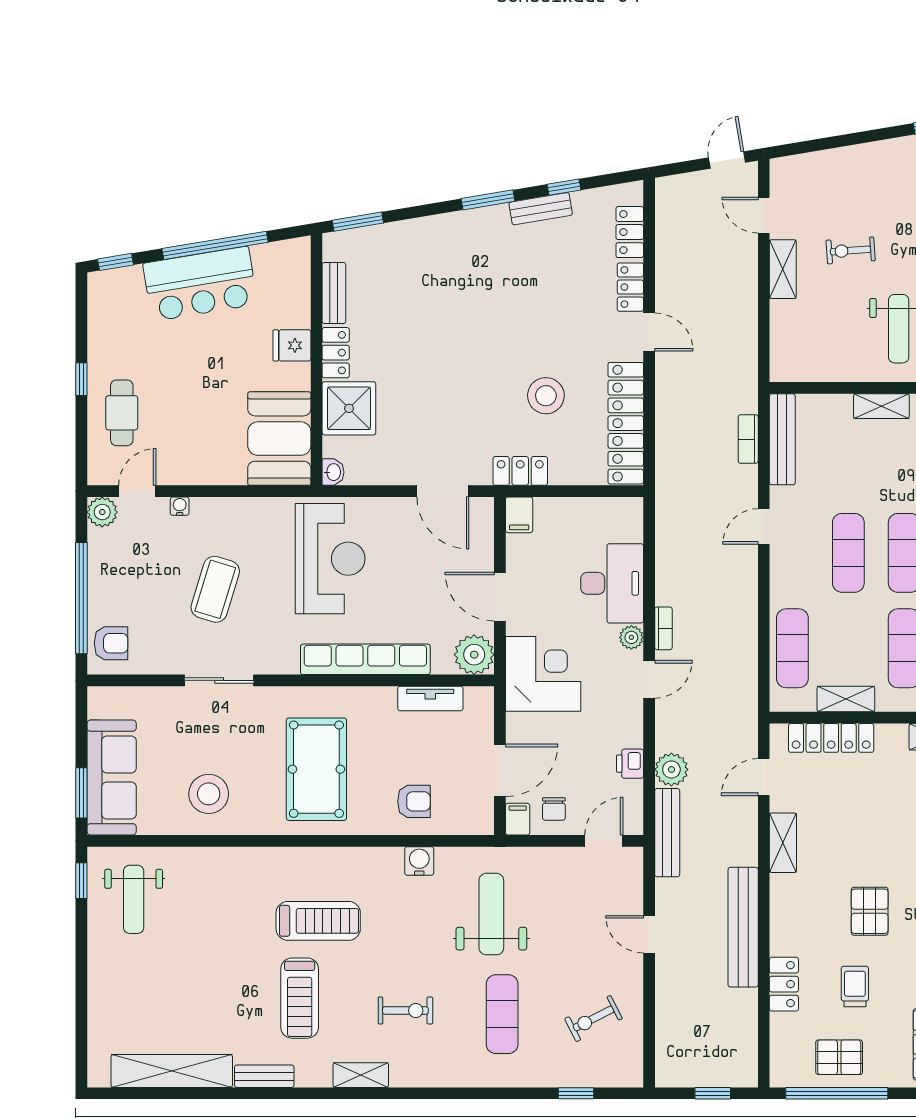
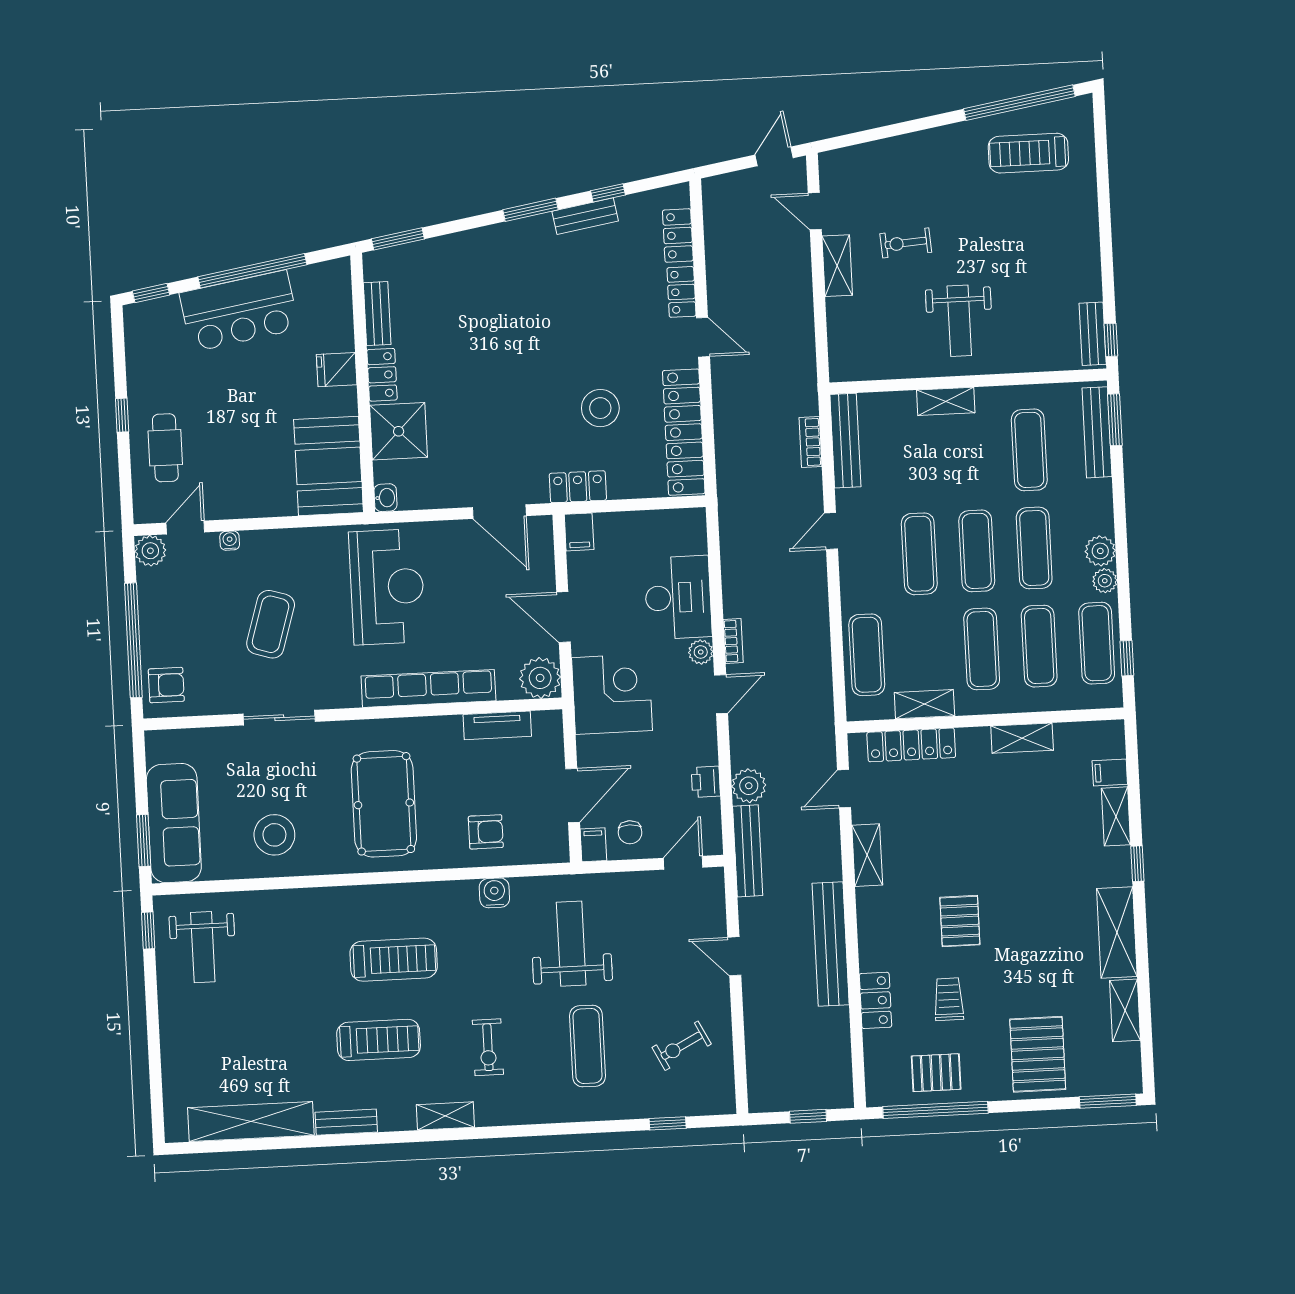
treadmill: (300, 998) -> (379, 1040), turned -90
exercise bike: (405, 1011) -> (488, 1047), turned 90

